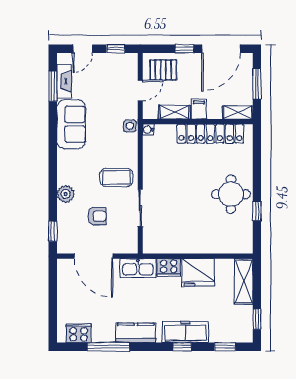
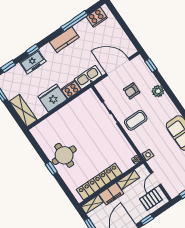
filing cabinet: (199, 109) -> (111, 194), width x2.00
window: (257, 211) -> (51, 168), moved
freezer: (185, 332) -> (33, 62), width x0.71

